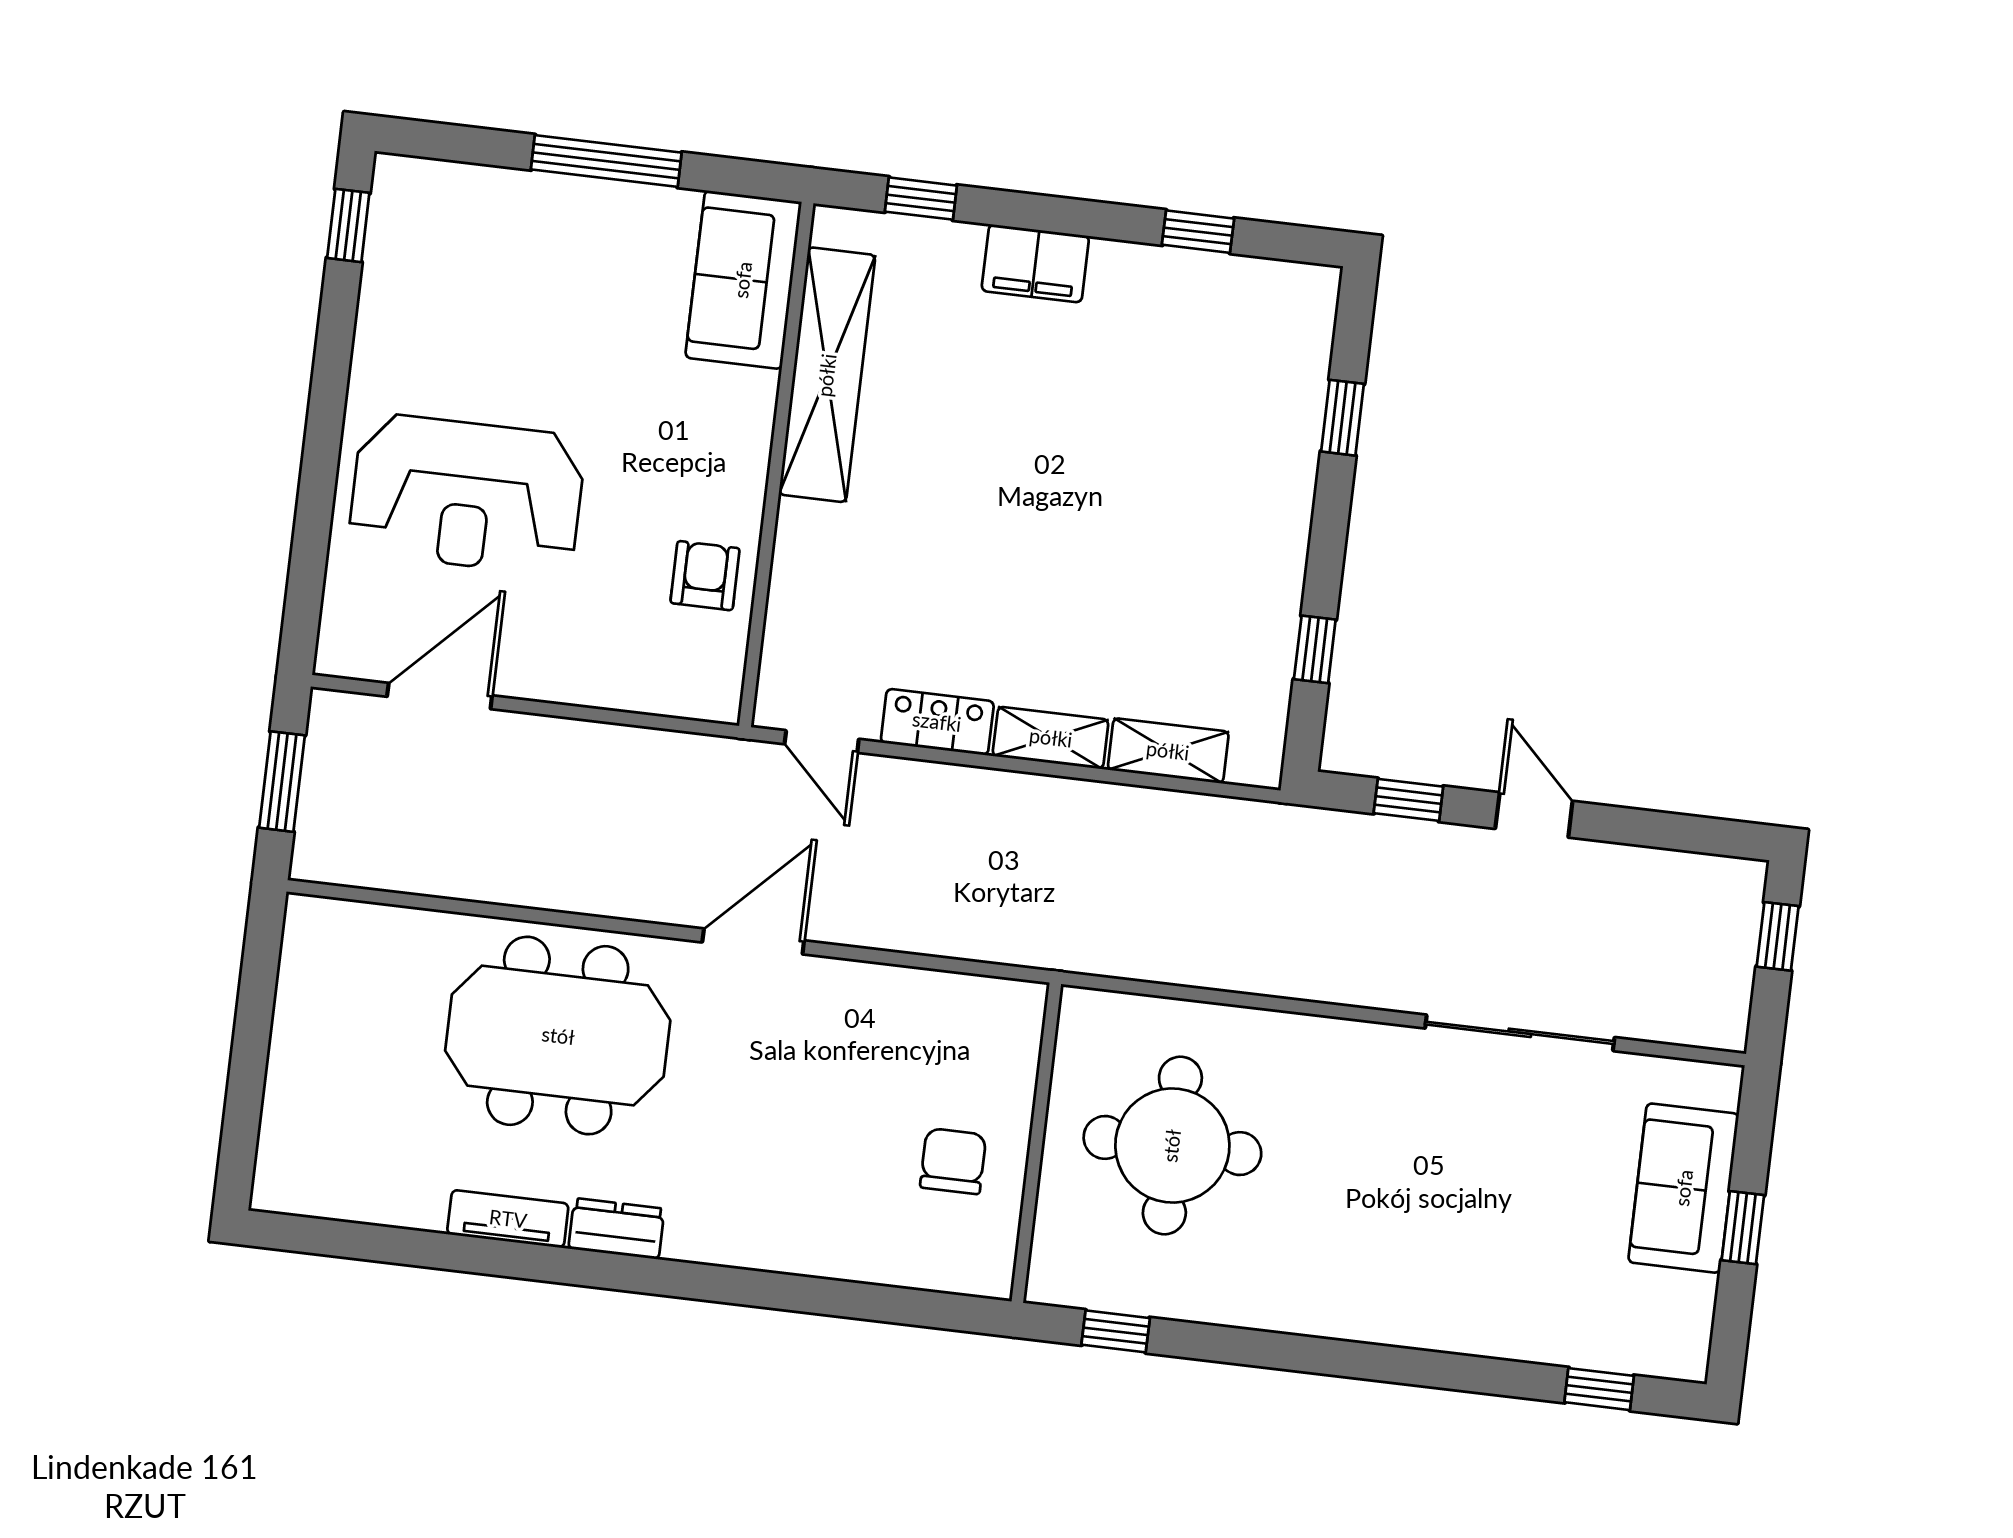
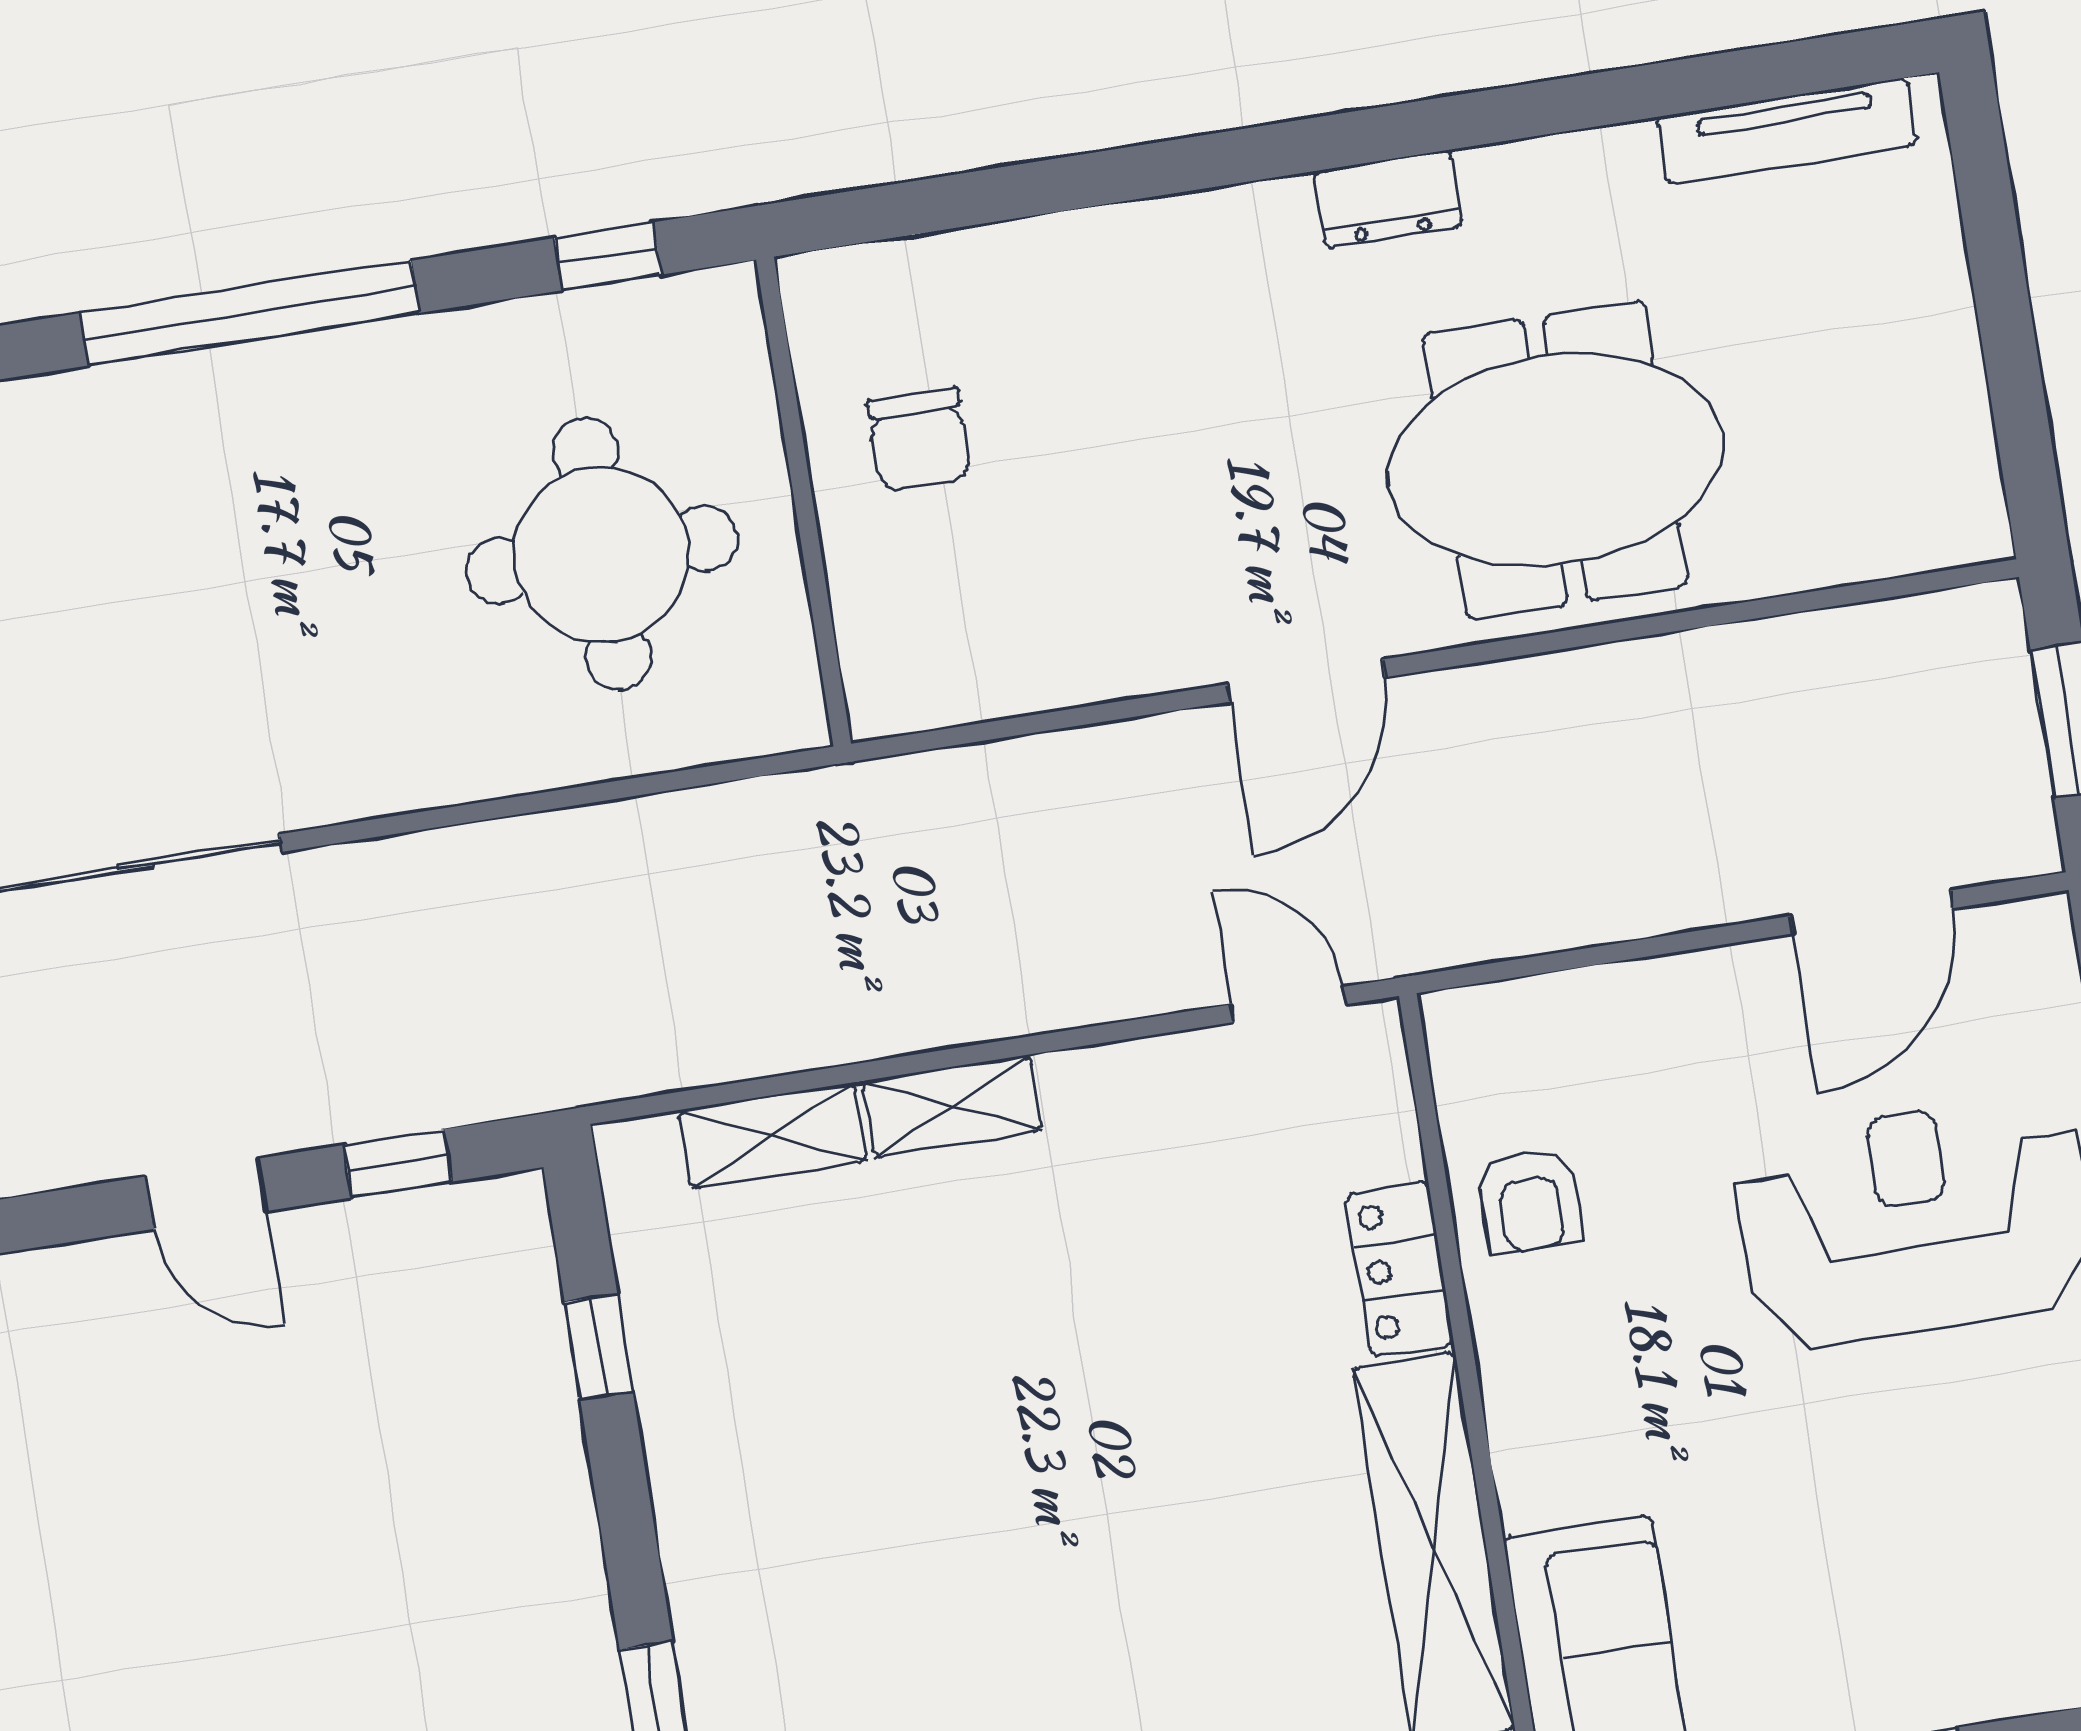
locker: (937, 722) -> (1400, 1269), moved, turned 90
tv unit: (508, 1219) -> (1787, 131), moved, width x1.41
window: (1350, 1359) -> (250, 313), added

